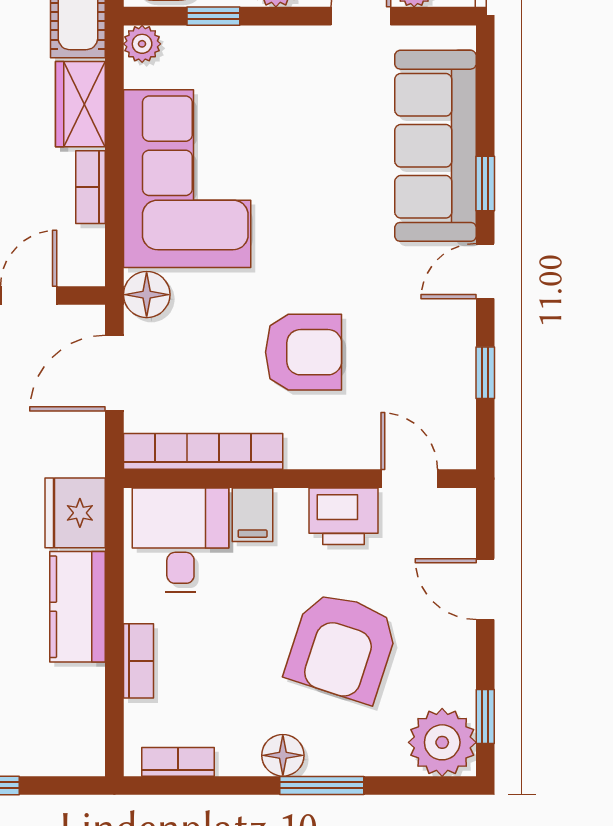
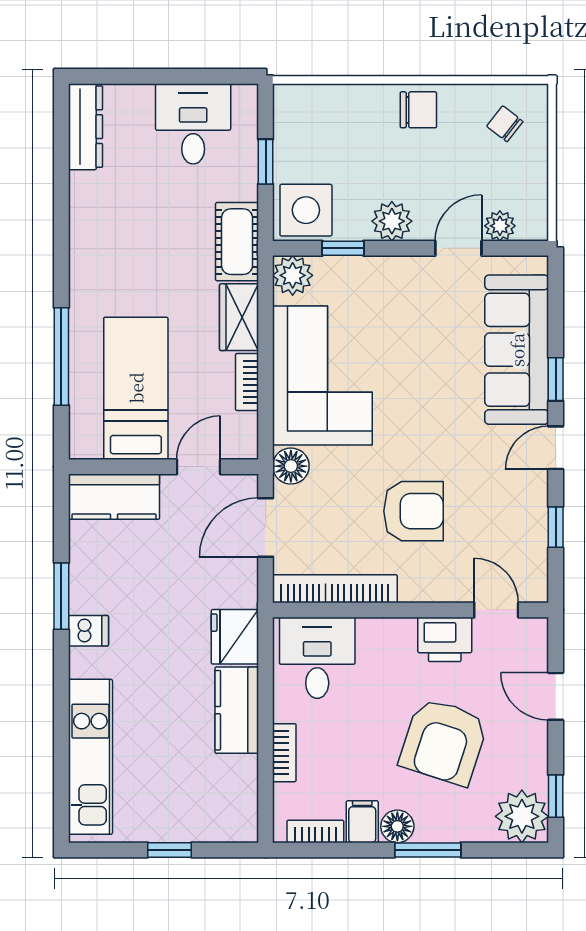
plant: (142, 44) -> (293, 275), width x1.38, depth x1.38
filing cabinet: (253, 515) -> (362, 822), moved, turned 180

